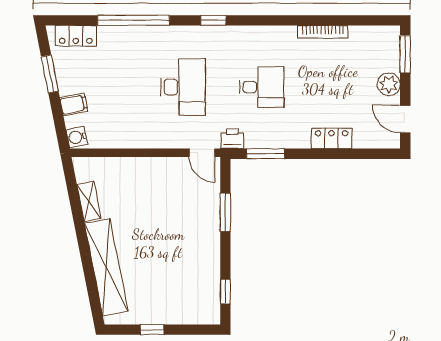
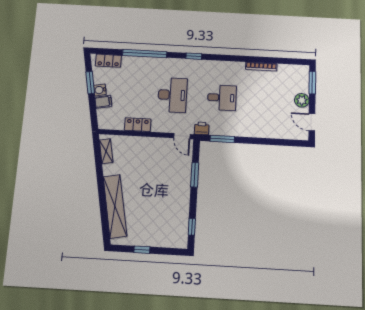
water cooler: (77, 137) -> (100, 90), moved
locker: (331, 138) -> (138, 125), moved
shelving: (89, 201) -> (106, 151), moved

